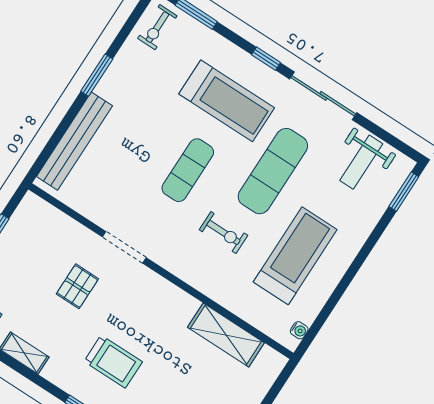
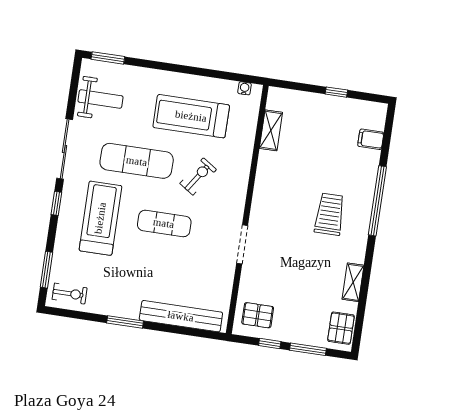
exercise bike: (223, 233) -> (198, 176), turned 34
pallet: (77, 286) -> (258, 315), moved
shelving: (226, 335) -> (271, 130), width x0.67, depth x0.75

